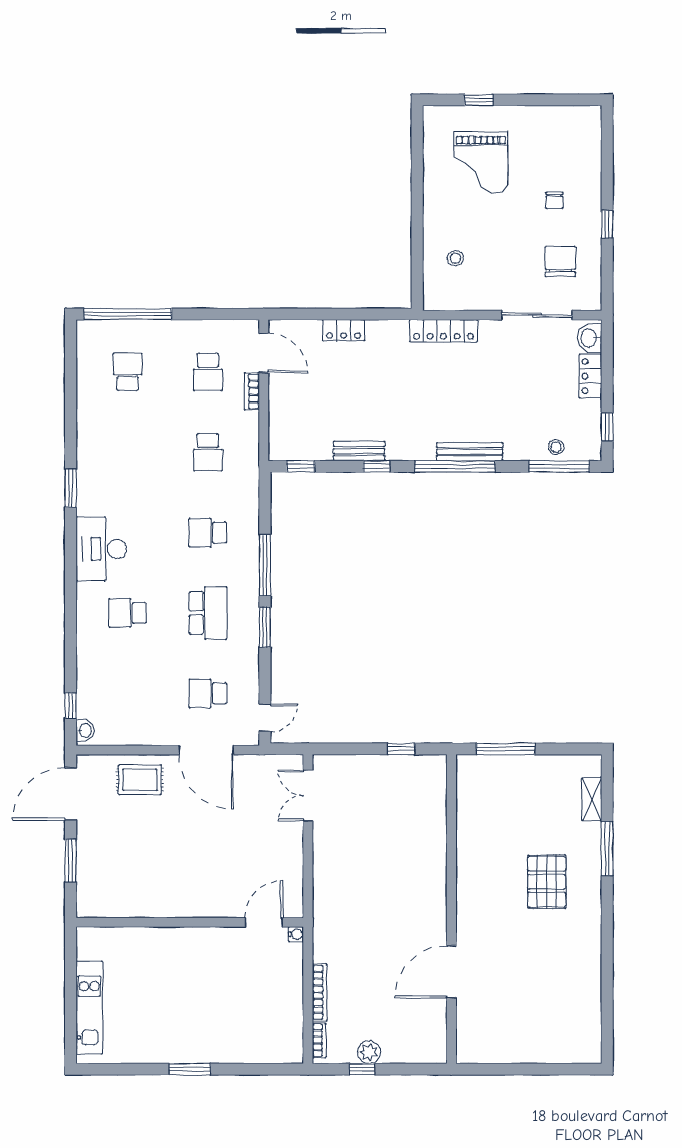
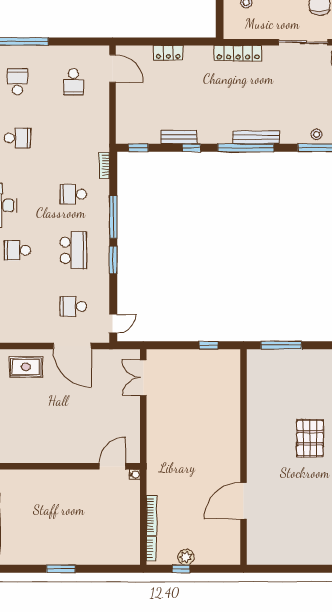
bookcase: (252, 391) -> (104, 165), moved
school desk: (208, 452) -> (17, 138), moved, turned -90

